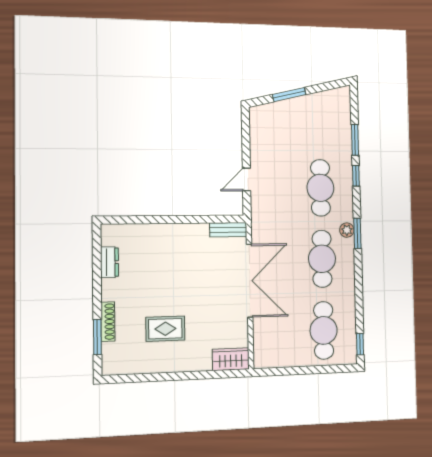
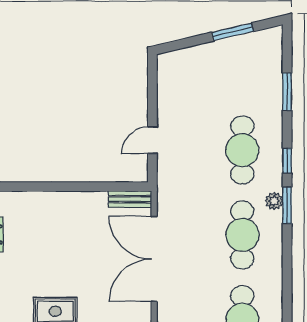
window: (289, 95) -> (233, 32), moved
window: (356, 176) -> (287, 161), moved
double door: (250, 281) -> (154, 259), swing flipped

